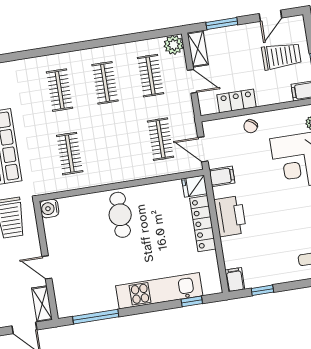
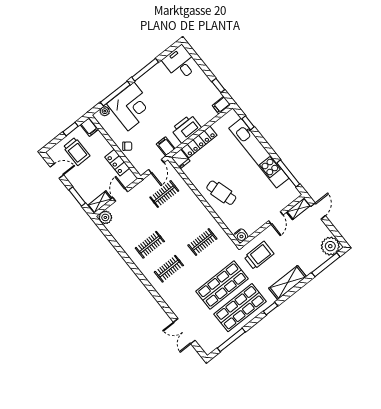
trolley: (281, 56) -> (77, 151), turned 180
clothes rail: (150, 76) -> (131, 221), removed
cafe table: (120, 215) -> (221, 193), turned 73
kitchen unit: (159, 291) -> (259, 153), width x1.36

